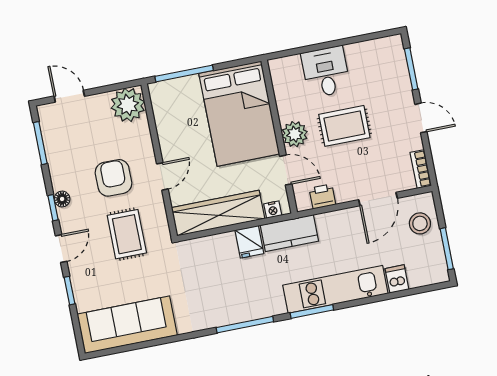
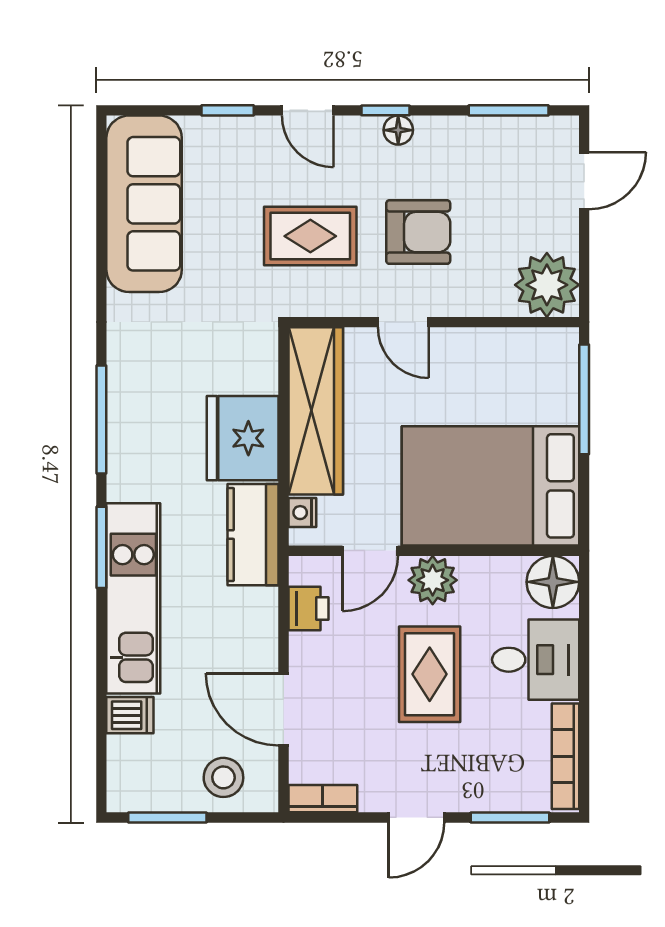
bookcase: (373, 46) -> (565, 756), added
floor lamp: (283, 71) -> (553, 582), added
fridge: (249, 242) -> (243, 438), width x1.88, depth x1.34

